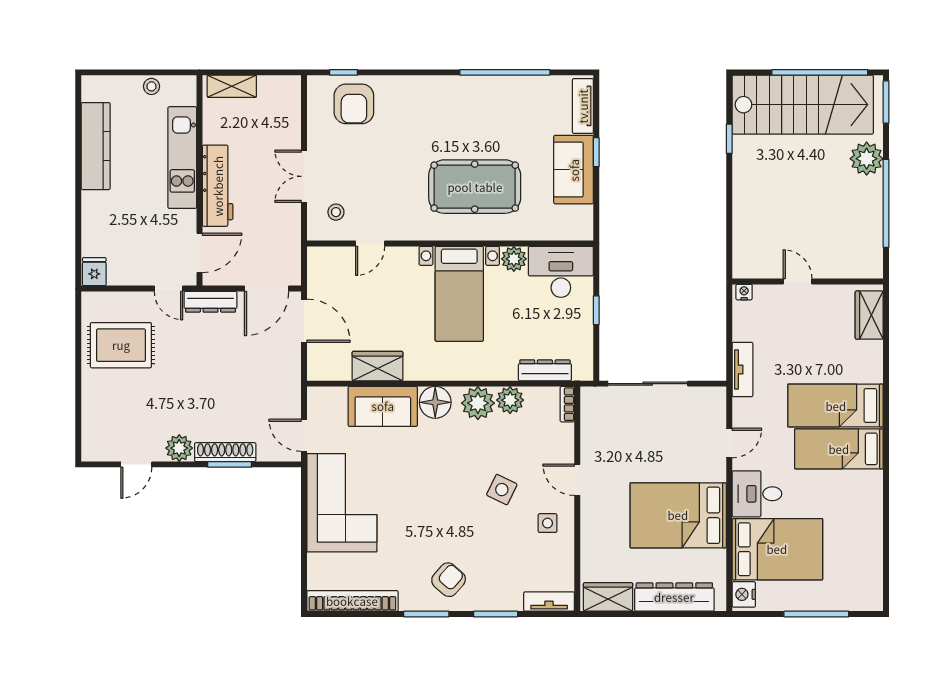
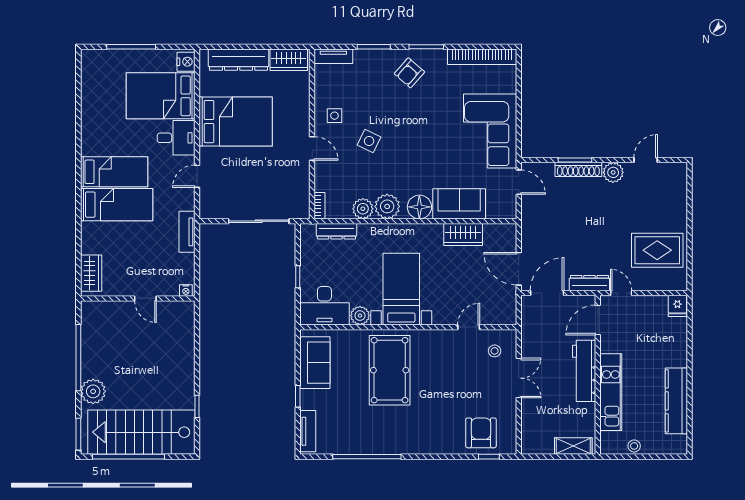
sofa: (574, 170) -> (315, 363), moved
pool table: (475, 187) -> (390, 370), turned 90

